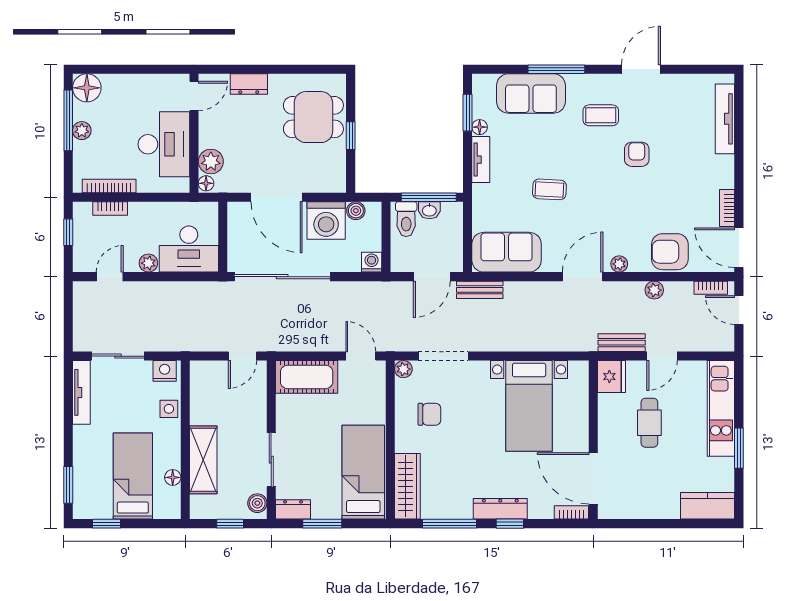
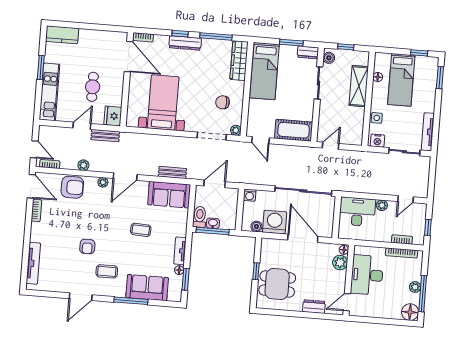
toilet: (406, 219) -> (200, 217), moved
bench: (480, 290) -> (172, 172), moved

